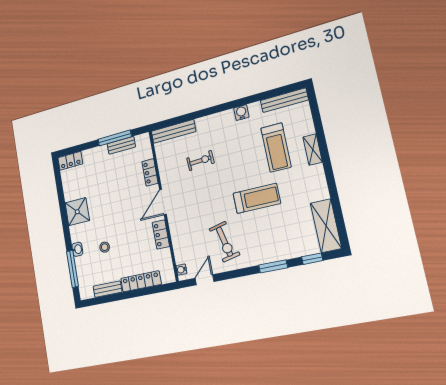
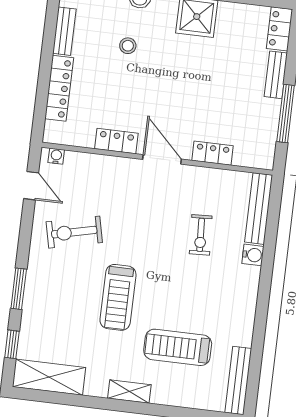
water cooler: (241, 113) -> (253, 255), moved
bench: (121, 145) -> (276, 75), moved
shelving: (313, 150) -> (129, 392), moved

